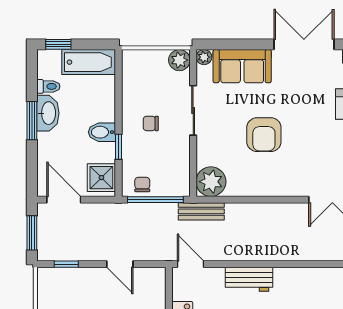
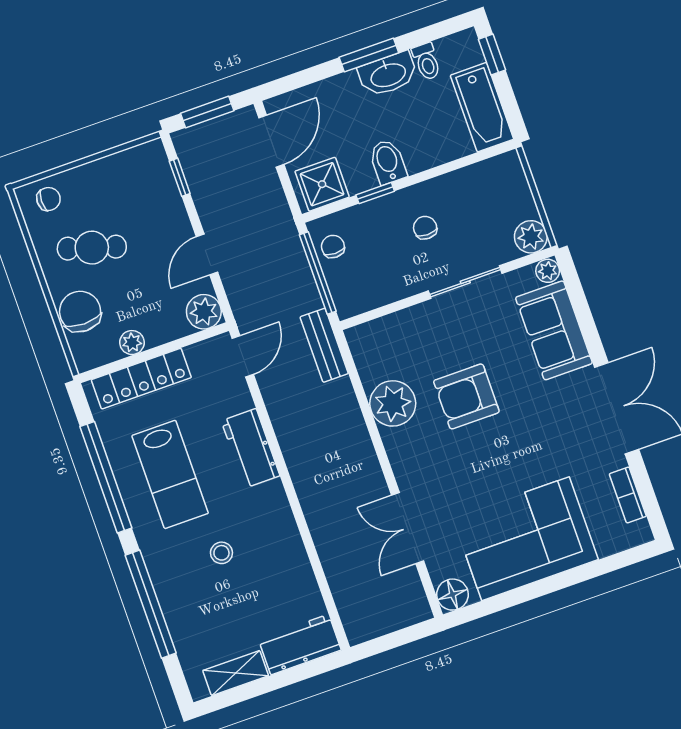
plant: (211, 182) -> (393, 403), moved
chair: (142, 184) -> (333, 247), turned -90
plant: (154, 278) -> (204, 312), added

